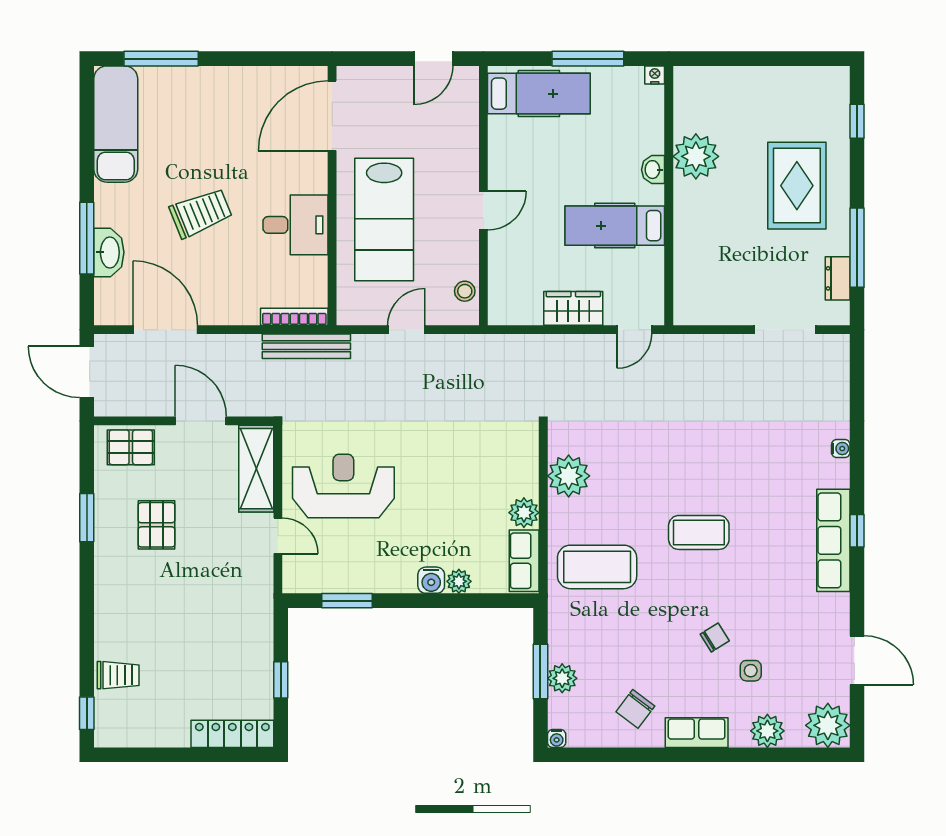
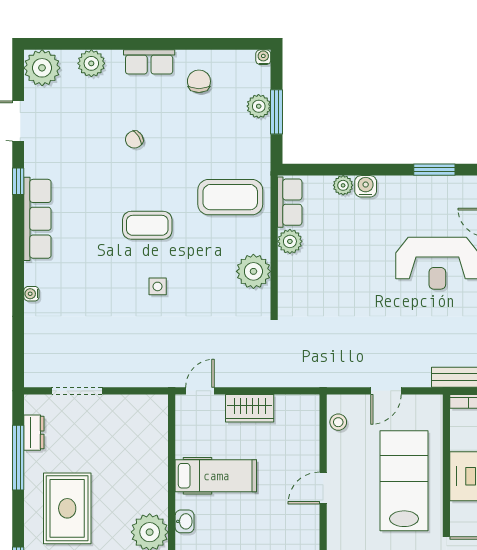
window: (857, 531) -> (18, 181), moved
side table: (751, 671) -> (158, 286), moved
chair: (635, 709) -> (199, 81), turned -37

